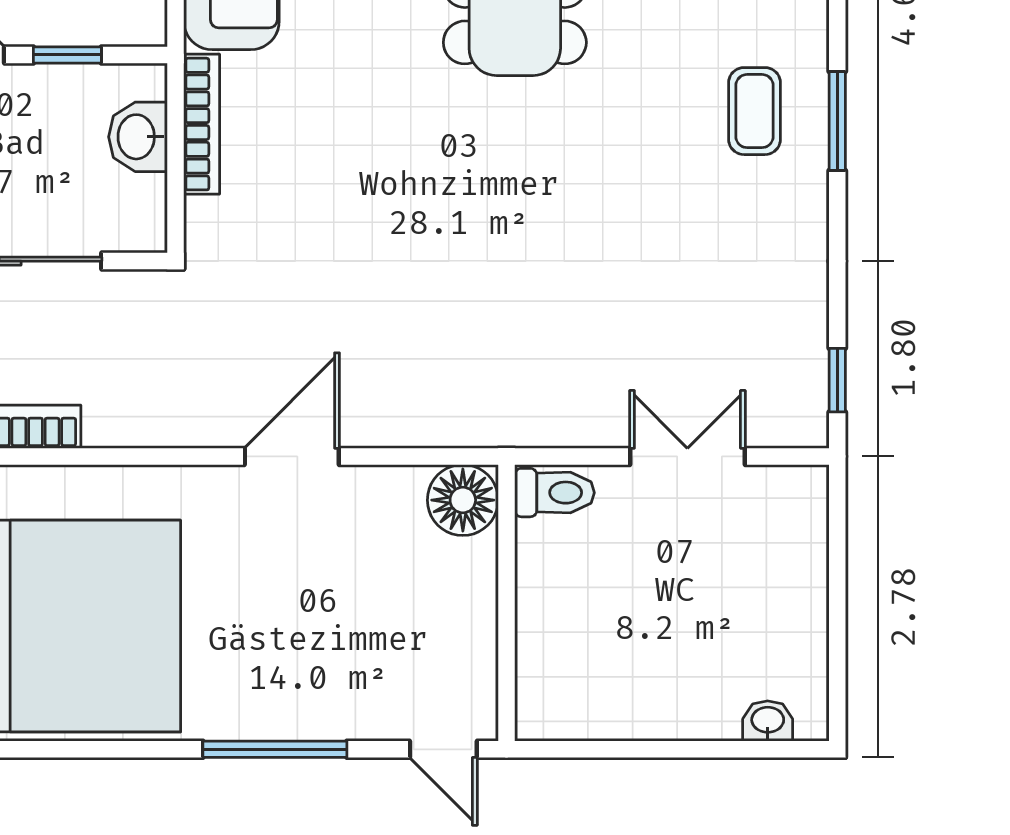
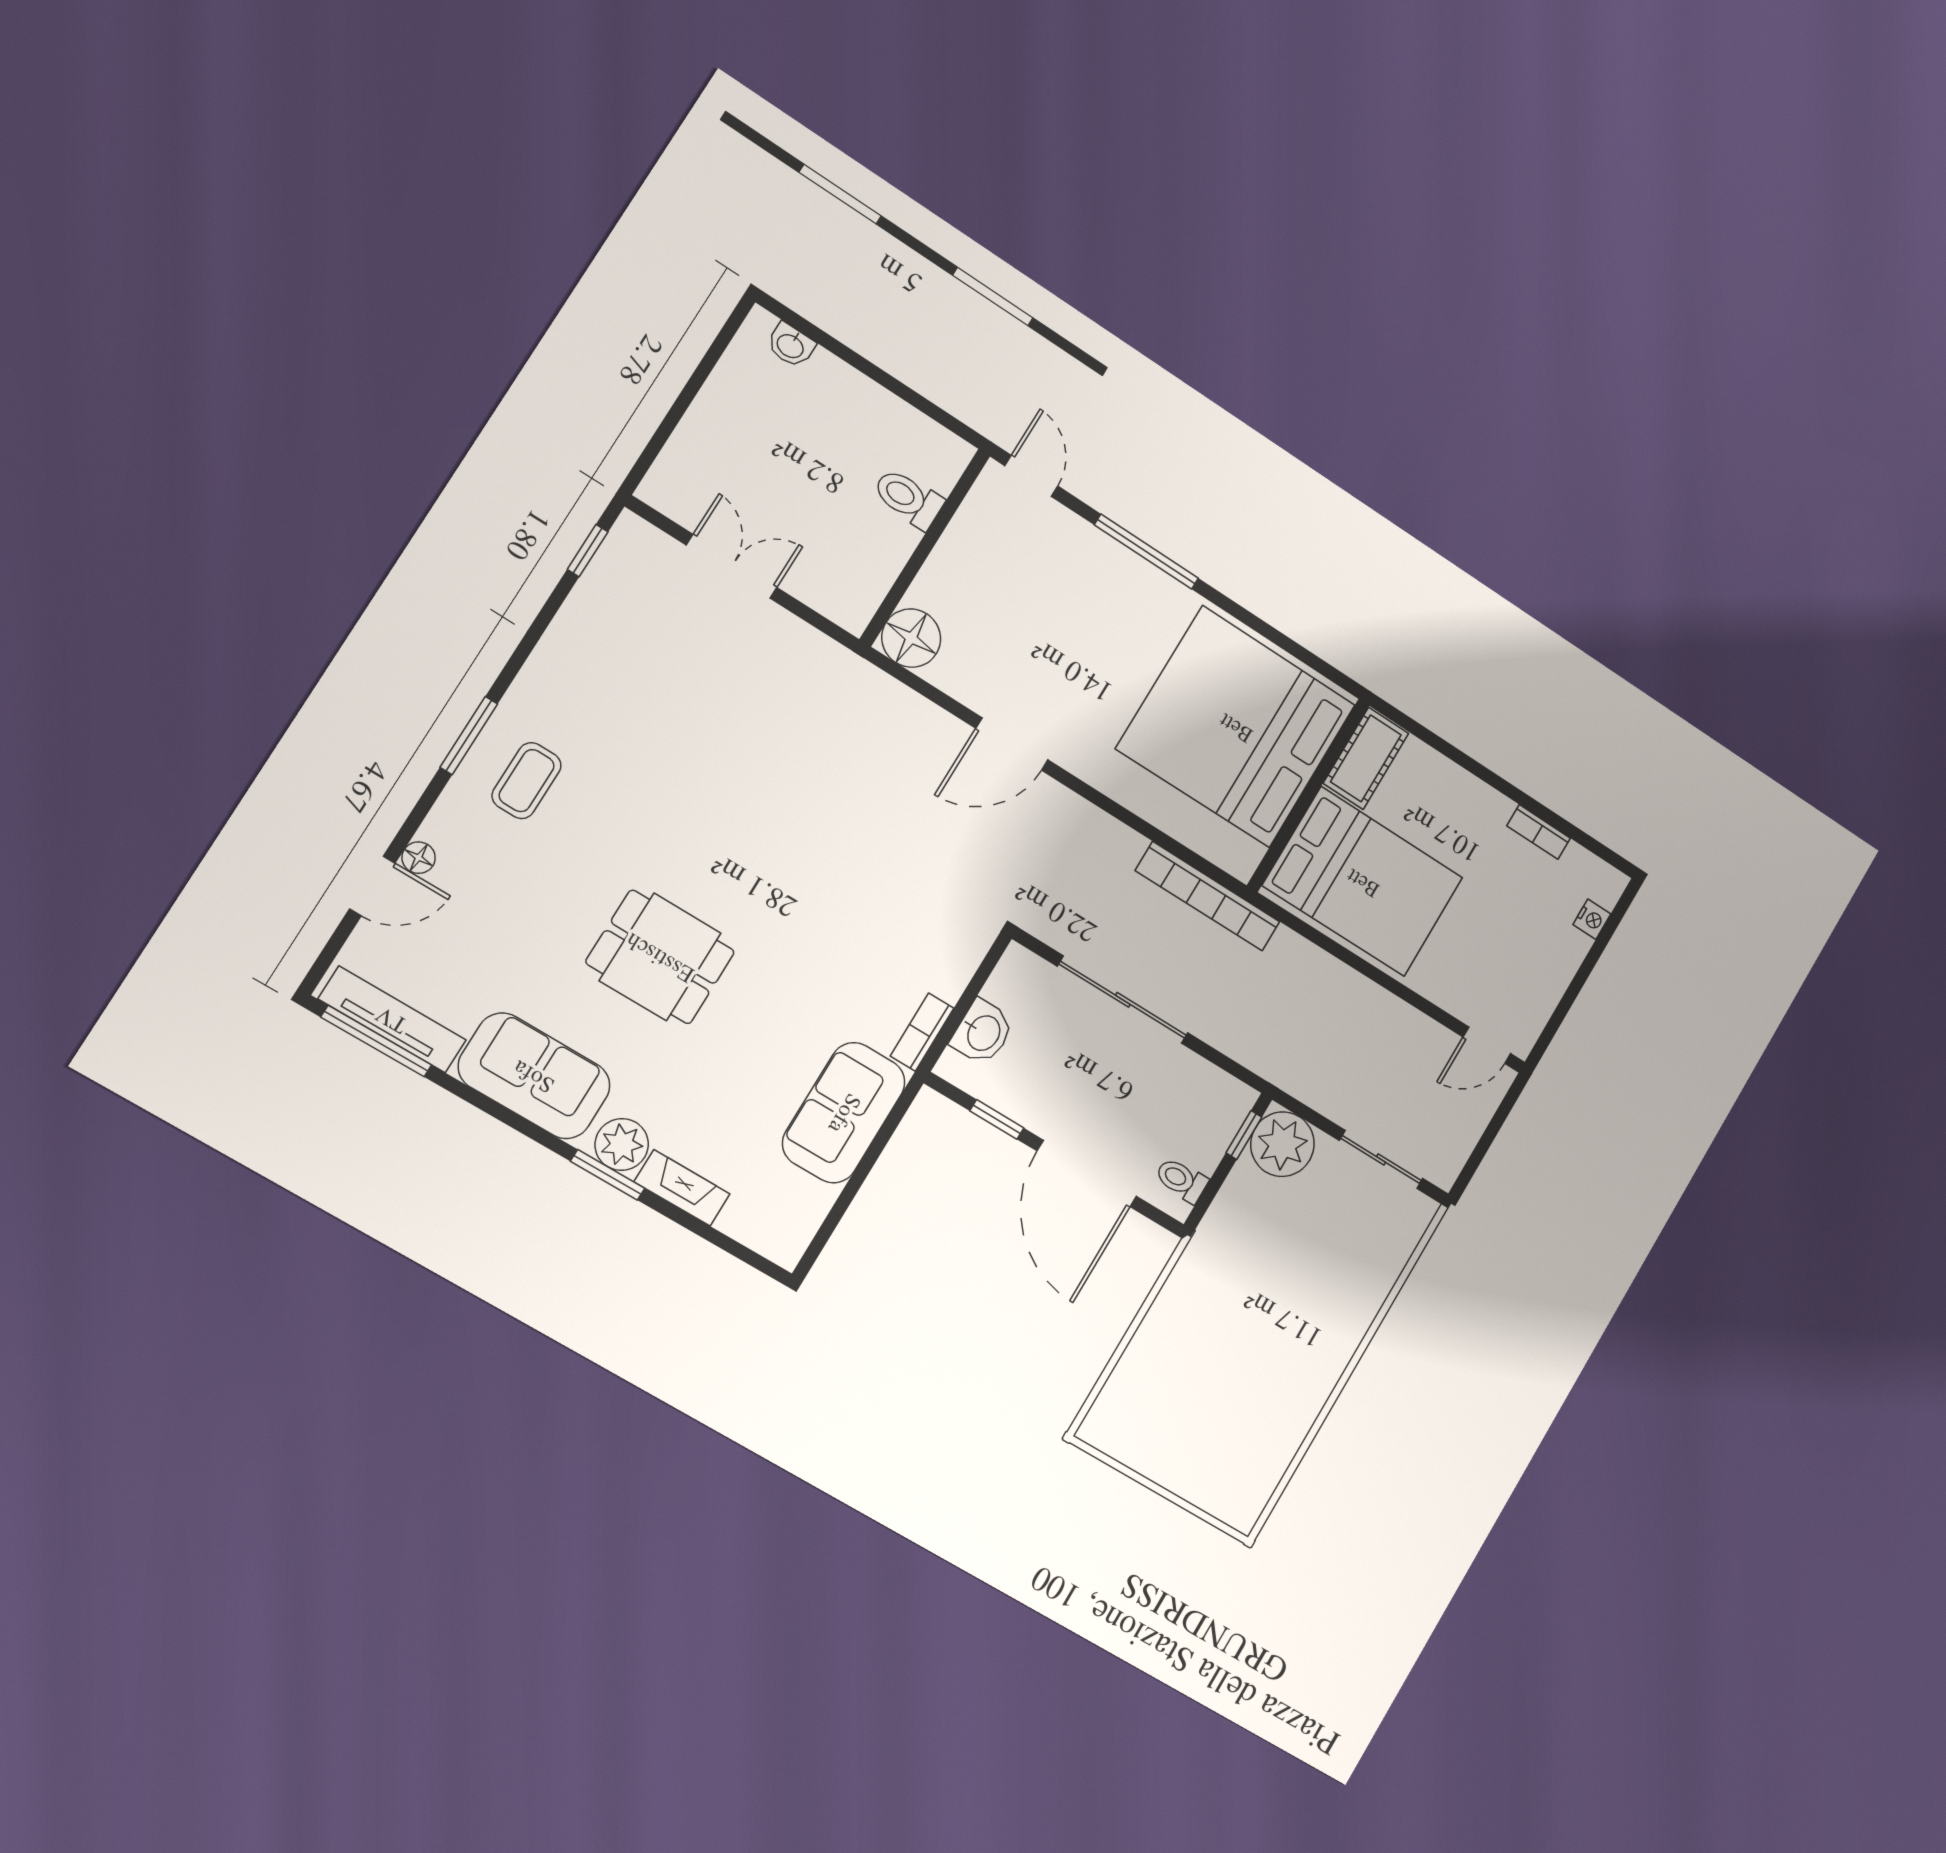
bookcase: (202, 124) -> (922, 1032), width x0.64
double door: (687, 456) -> (732, 566), swing flipped
toilet: (554, 493) -> (908, 498), moved

